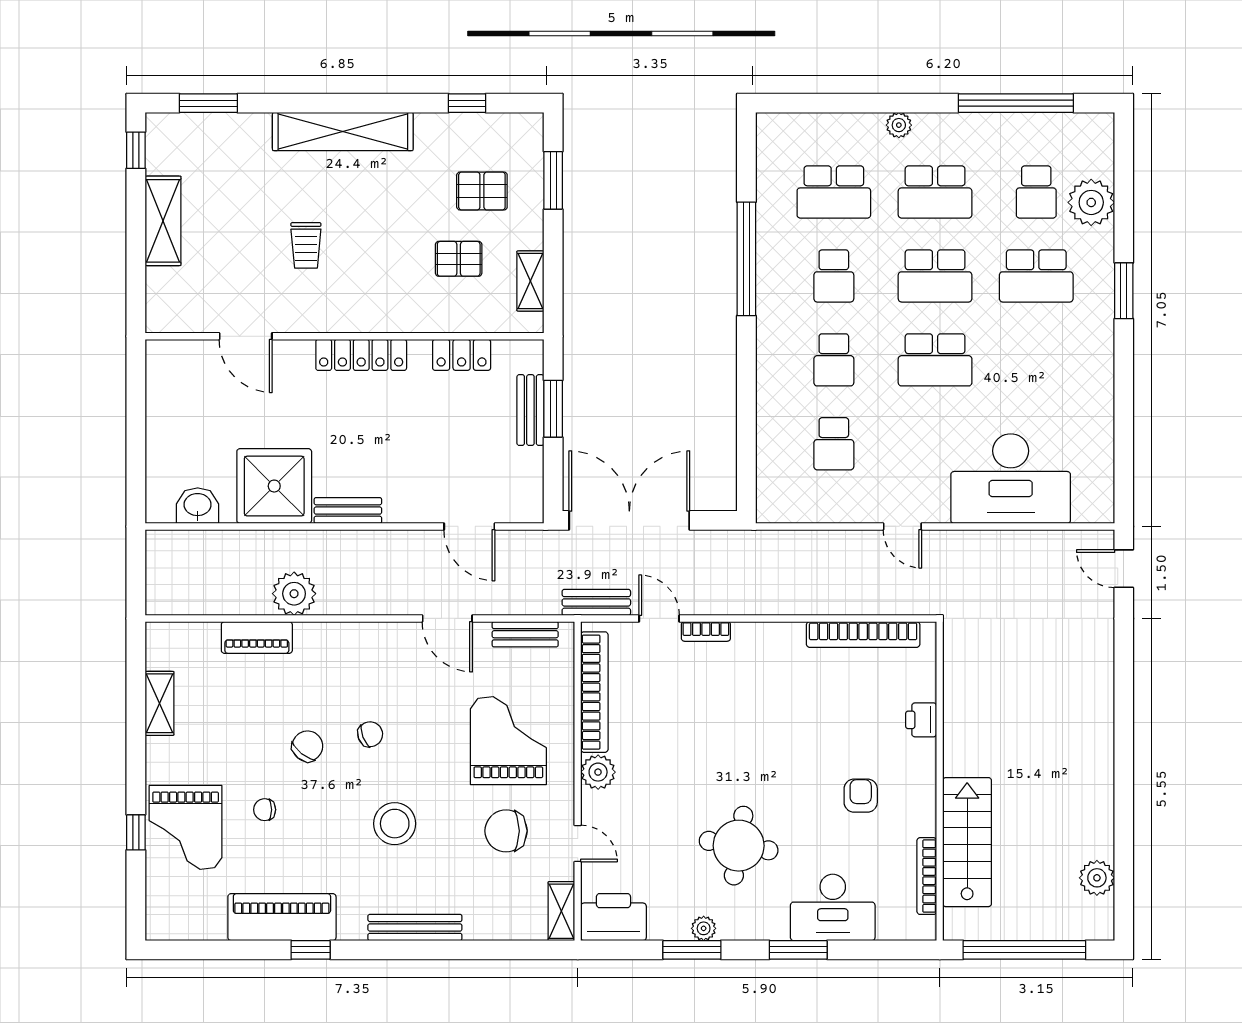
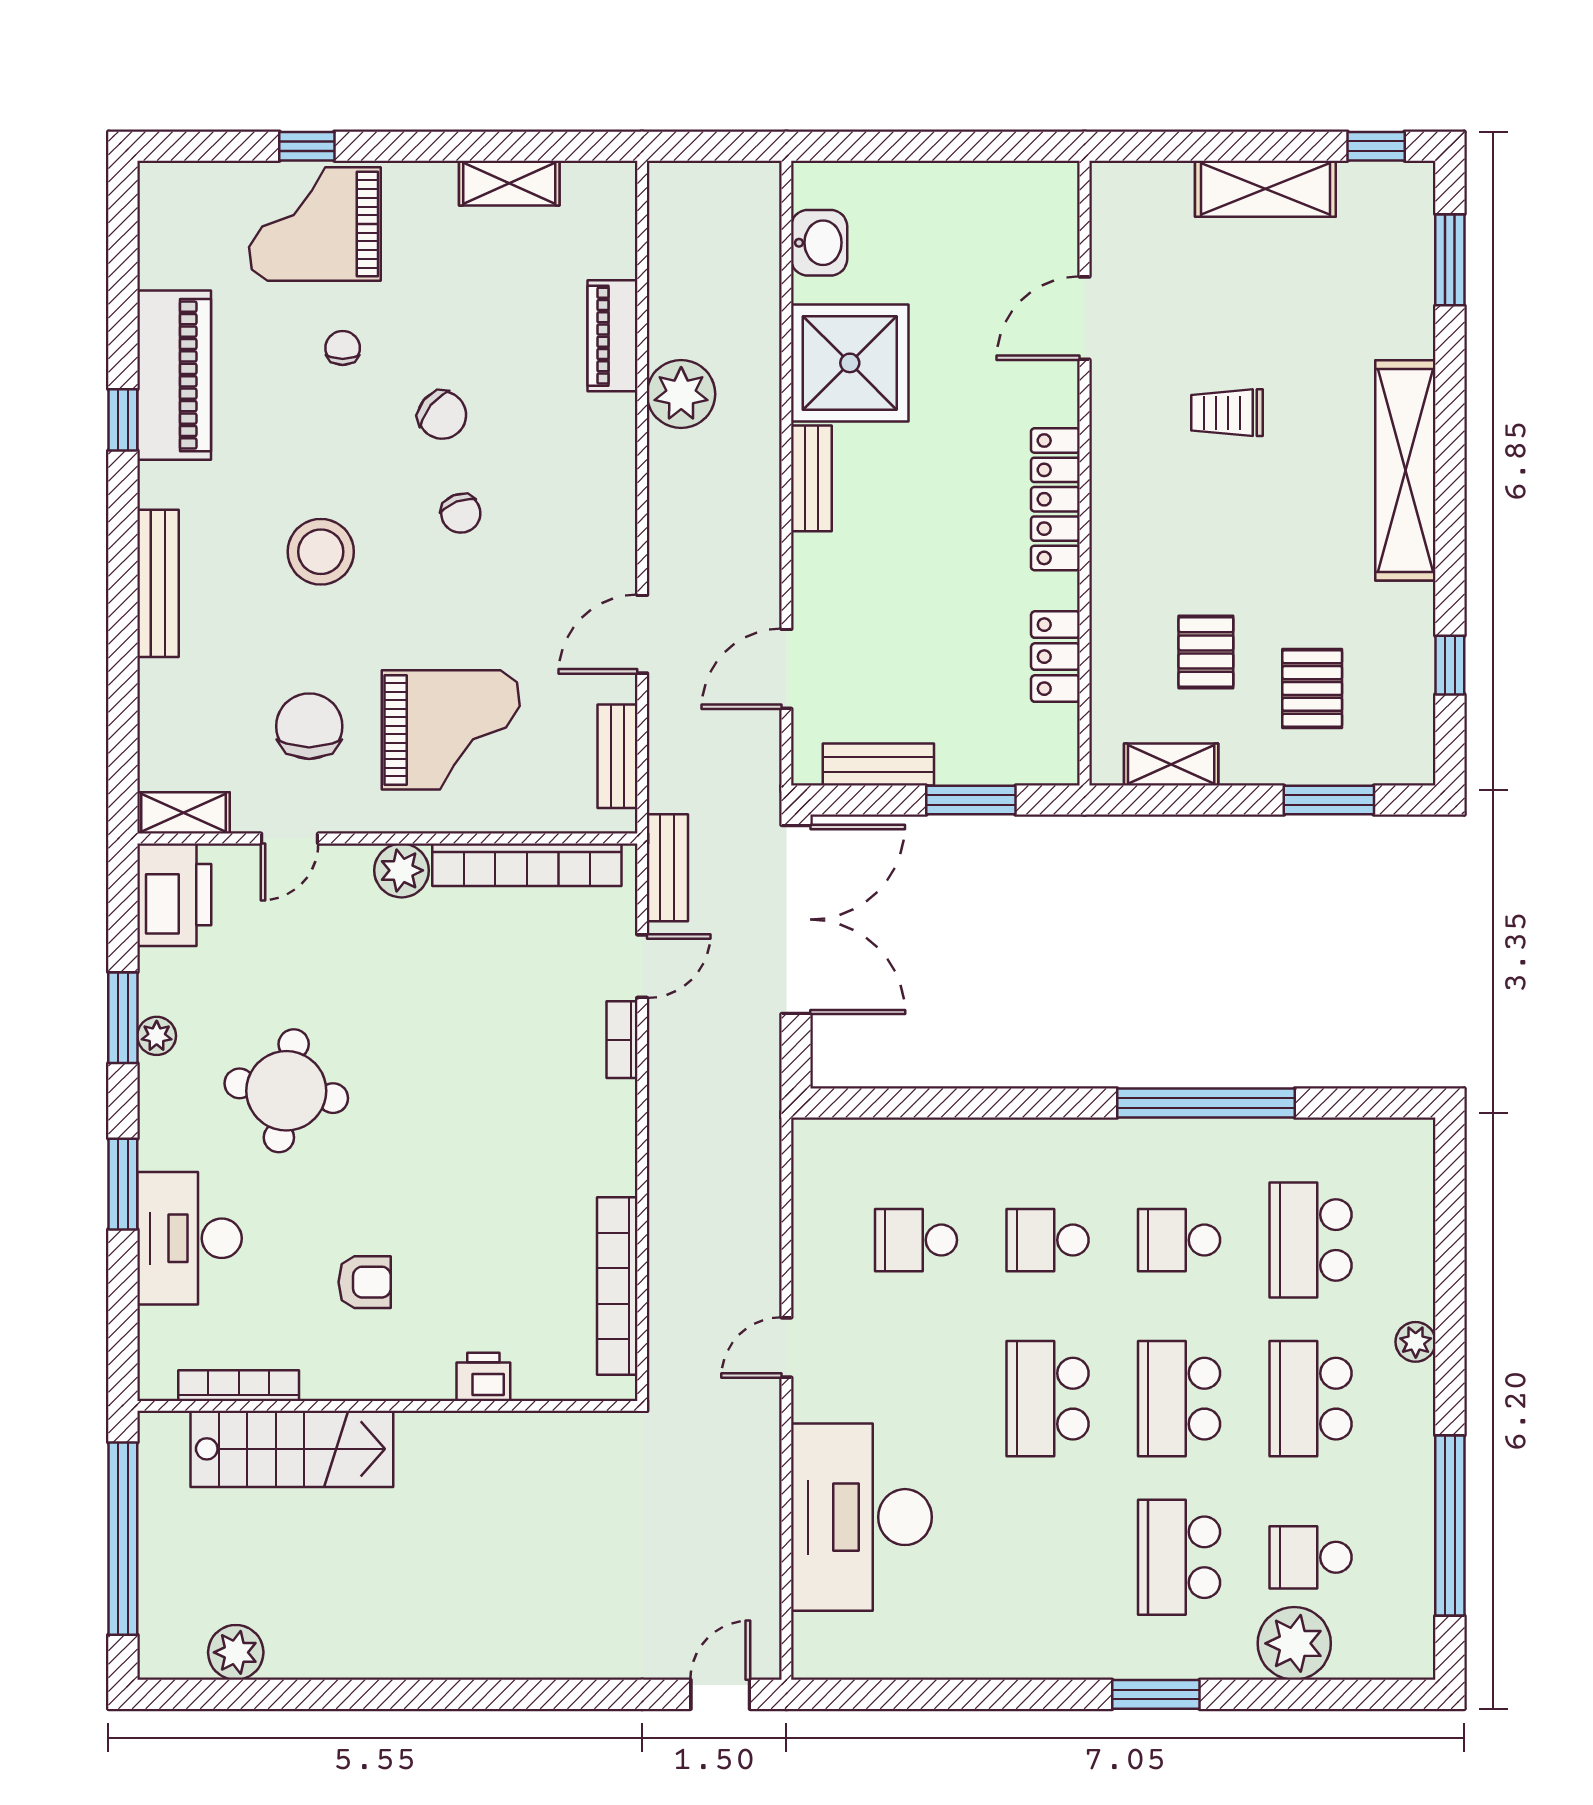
bench: (530, 410) -> (878, 764), moved

